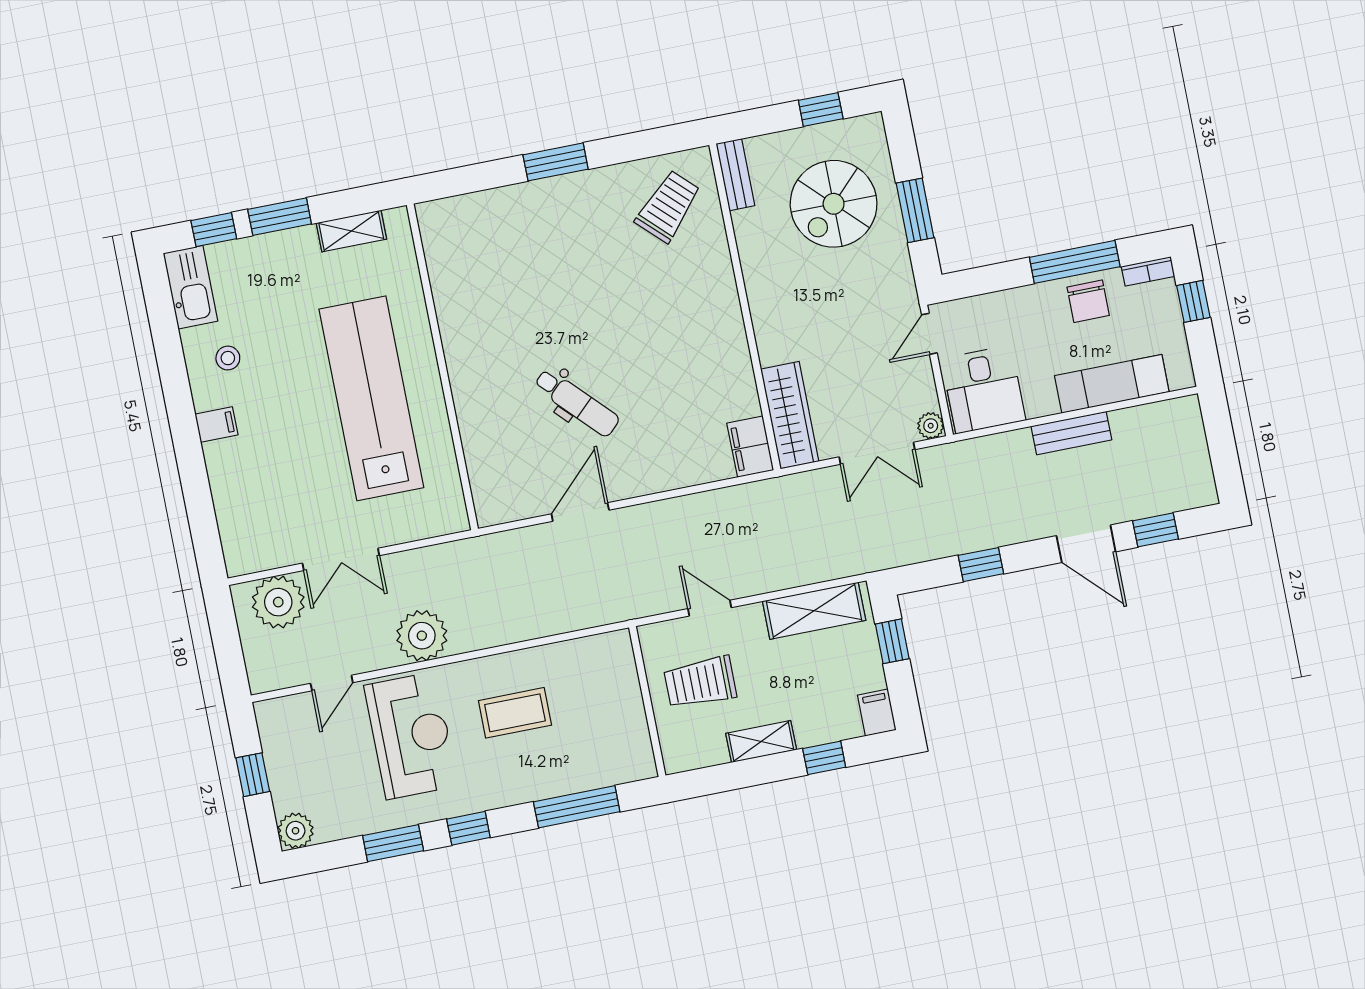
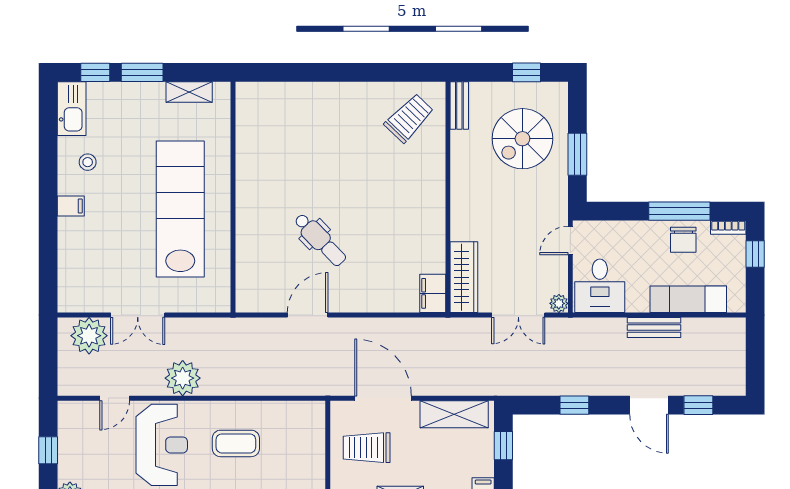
window: (556, 162) -> (338, 72), removed
door: (710, 608) -> (383, 398), width x1.87

